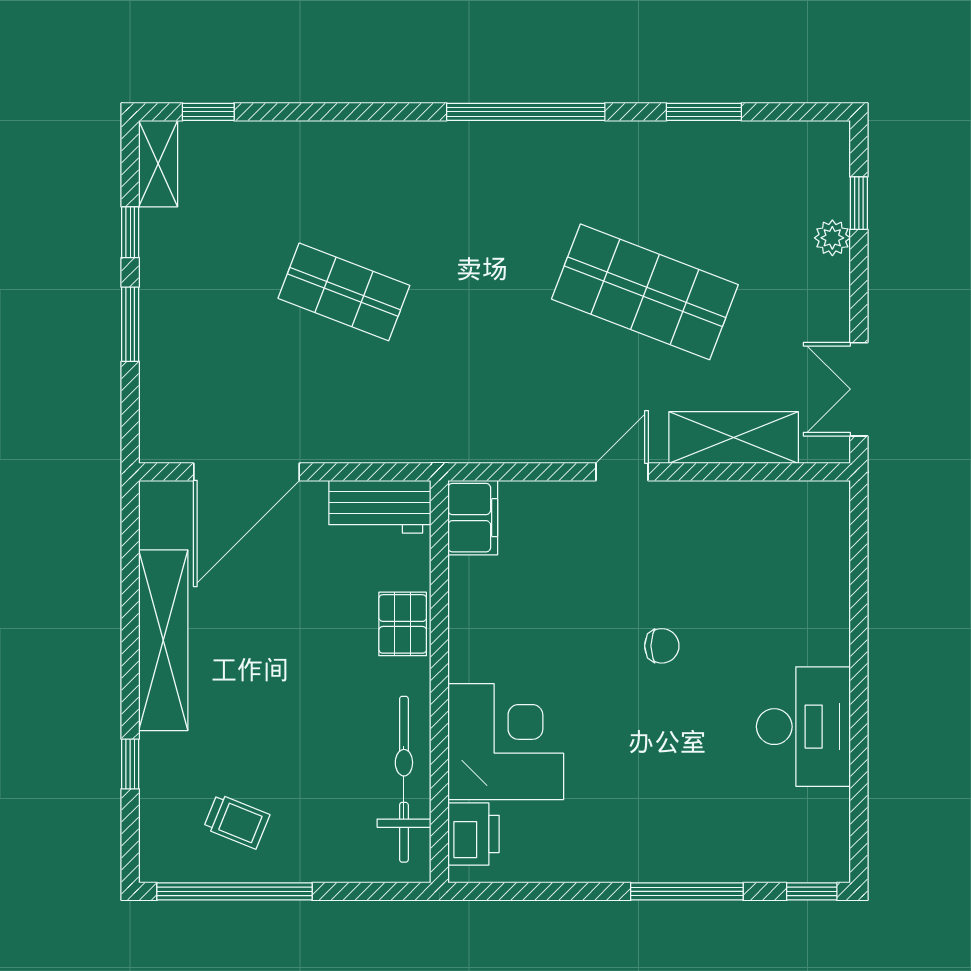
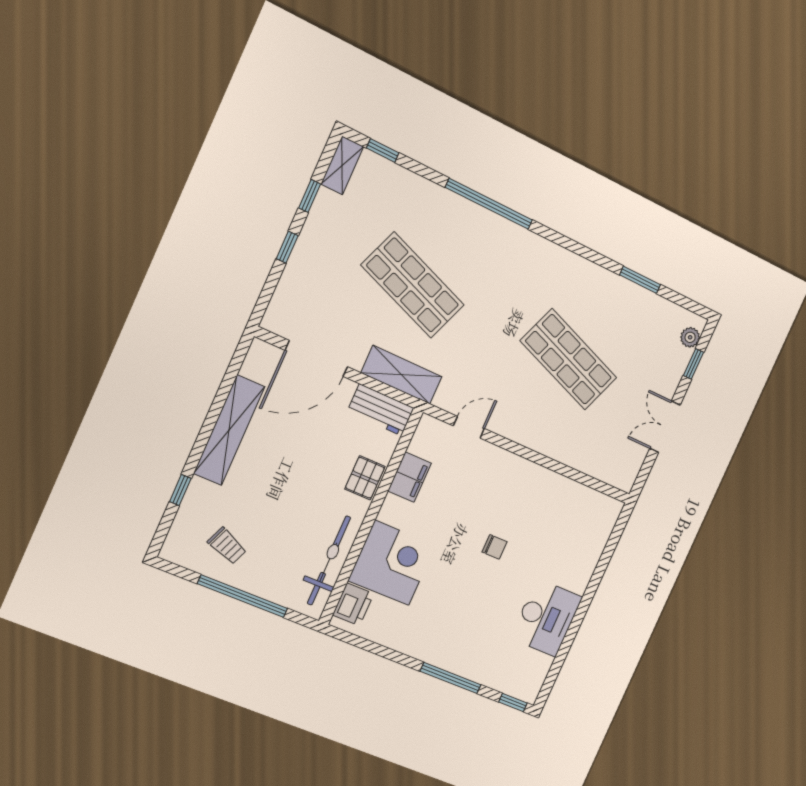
window: (526, 112) -> (489, 204), moved
plant: (832, 238) -> (690, 337), moved
shop shelf: (344, 292) -> (413, 285), width x1.43, depth x1.36
window: (130, 324) -> (287, 247), width x0.67
double door: (859, 389) -> (665, 427), moved
shelving: (734, 438) -> (402, 375), moved
door: (622, 472) -> (469, 427), moved
filing cabinet: (473, 518) -> (410, 477), moved
window: (234, 891) -> (243, 596), moved

